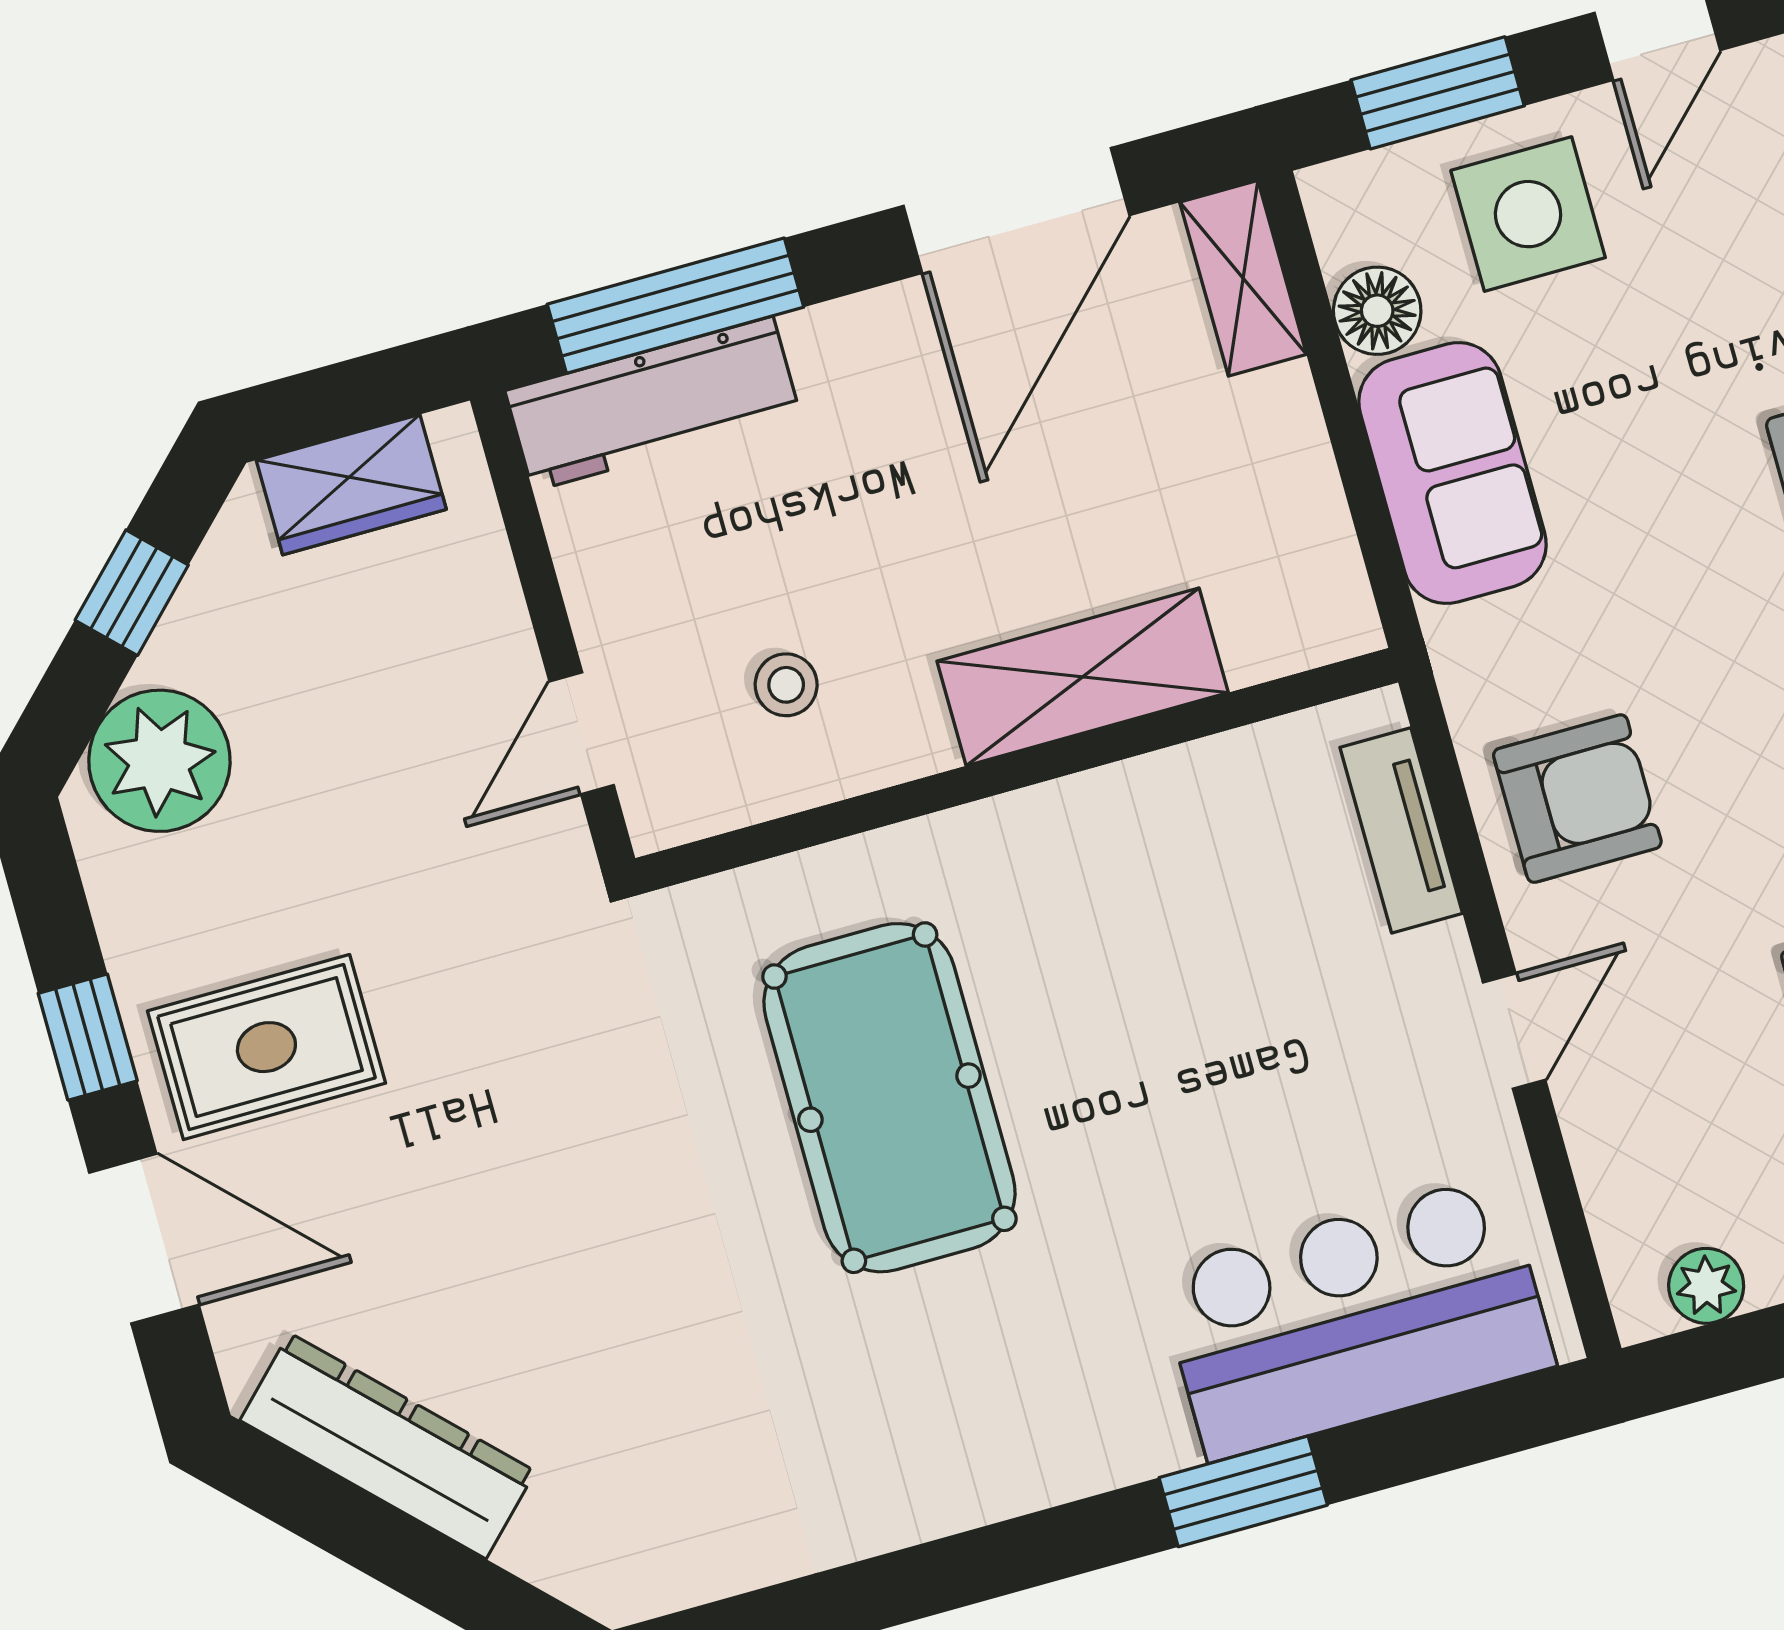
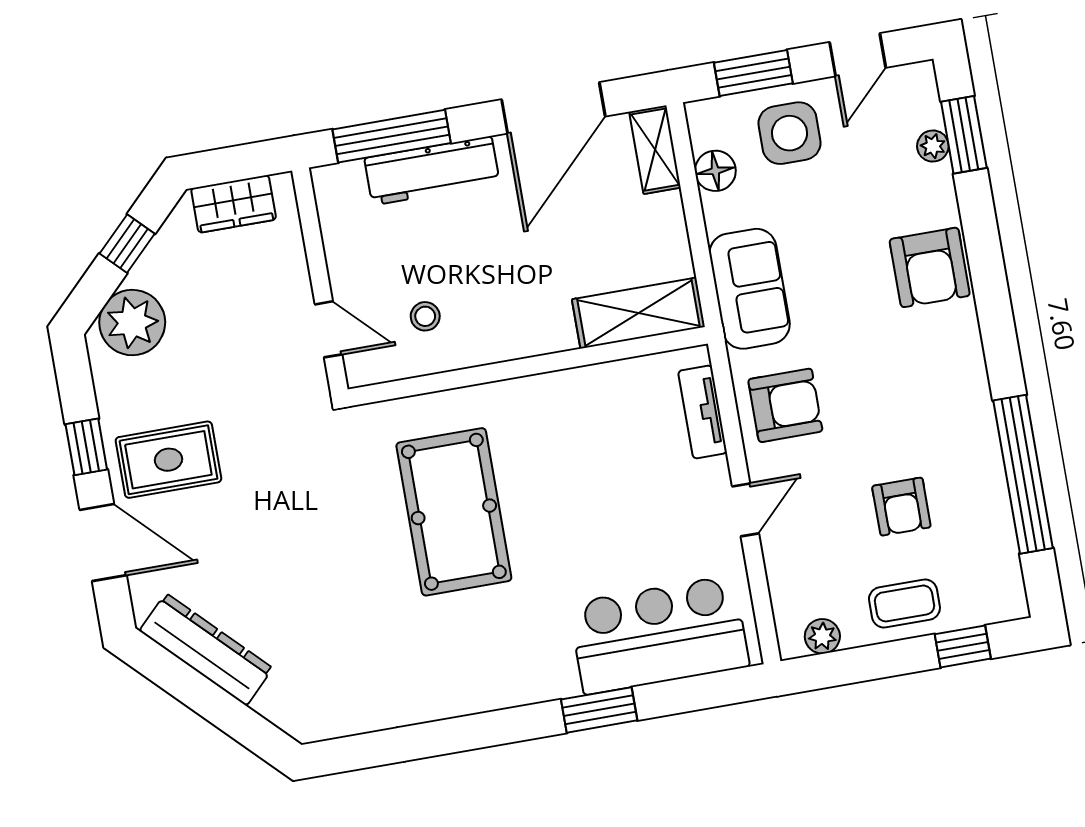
workbench: (653, 404) -> (432, 171), moved
sofa: (1452, 473) -> (750, 289), moved
shelving: (1083, 677) -> (638, 313), moved
door: (582, 733) -> (328, 329), swing flipped

